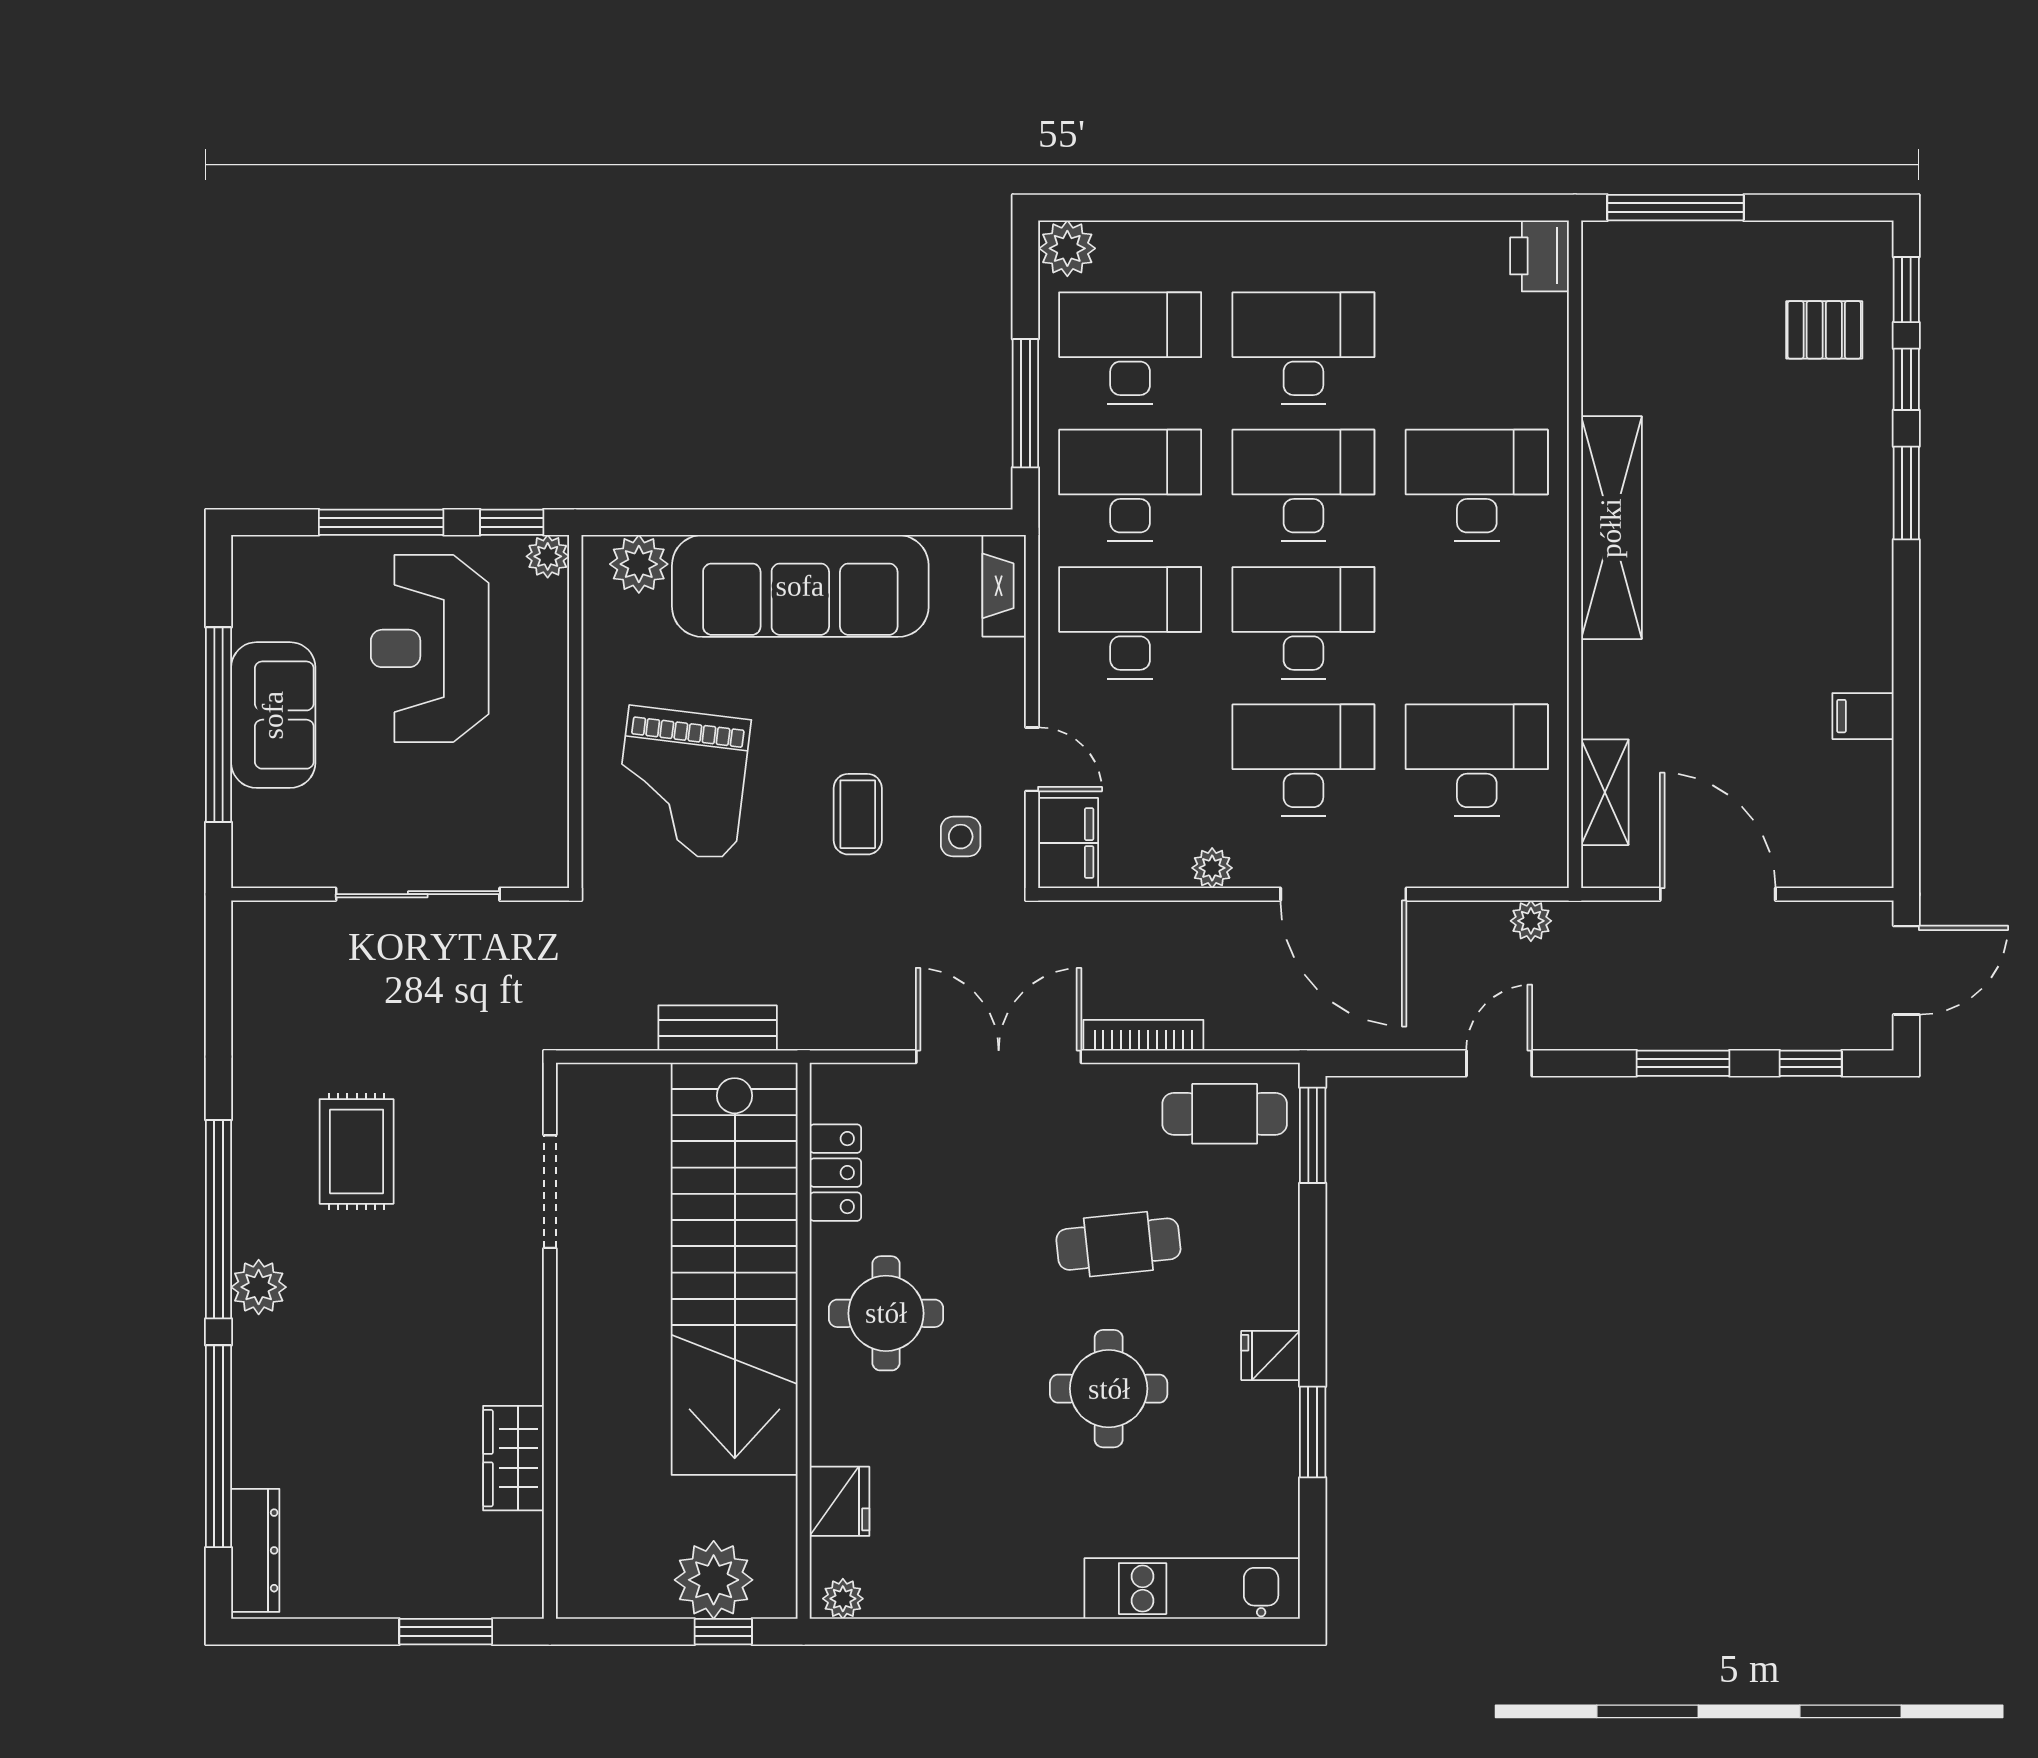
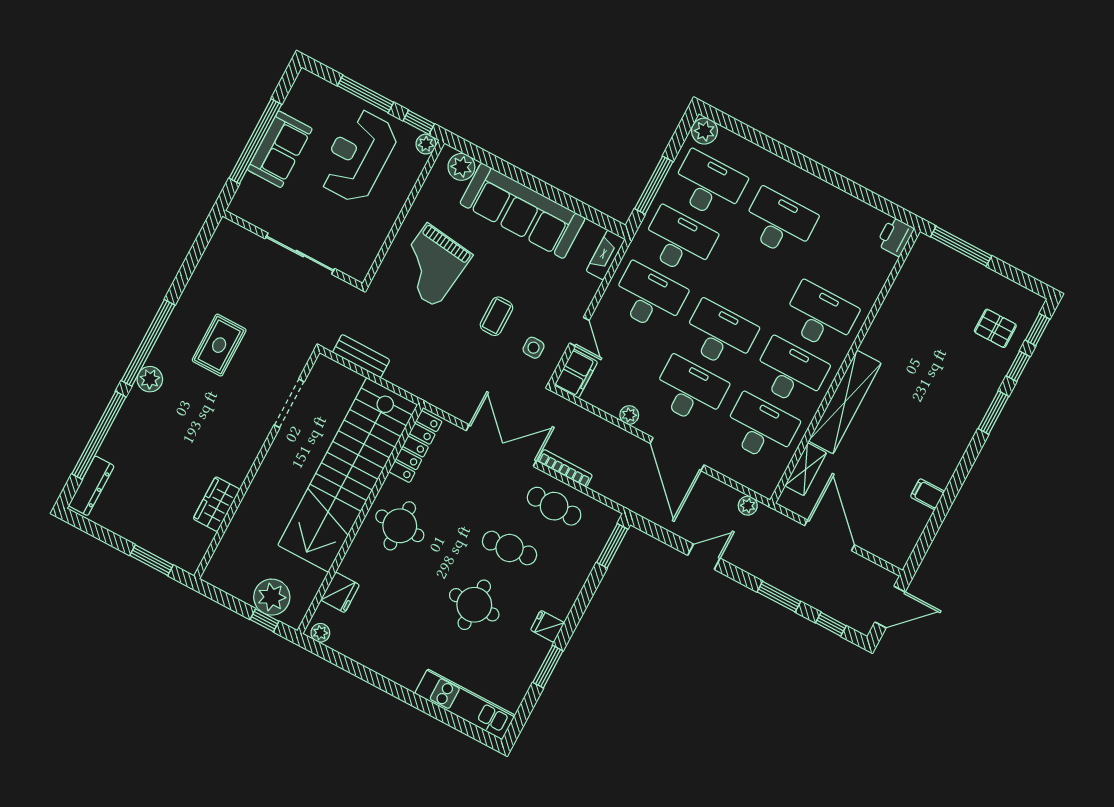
desk: (1303, 486) -> (790, 372), moved
shelving: (1611, 528) -> (845, 402), moved
bench: (718, 1028) -> (361, 356), moved
cafe table: (1225, 1114) -> (554, 506), moved
locker: (835, 1173) -> (416, 447), width x1.53

